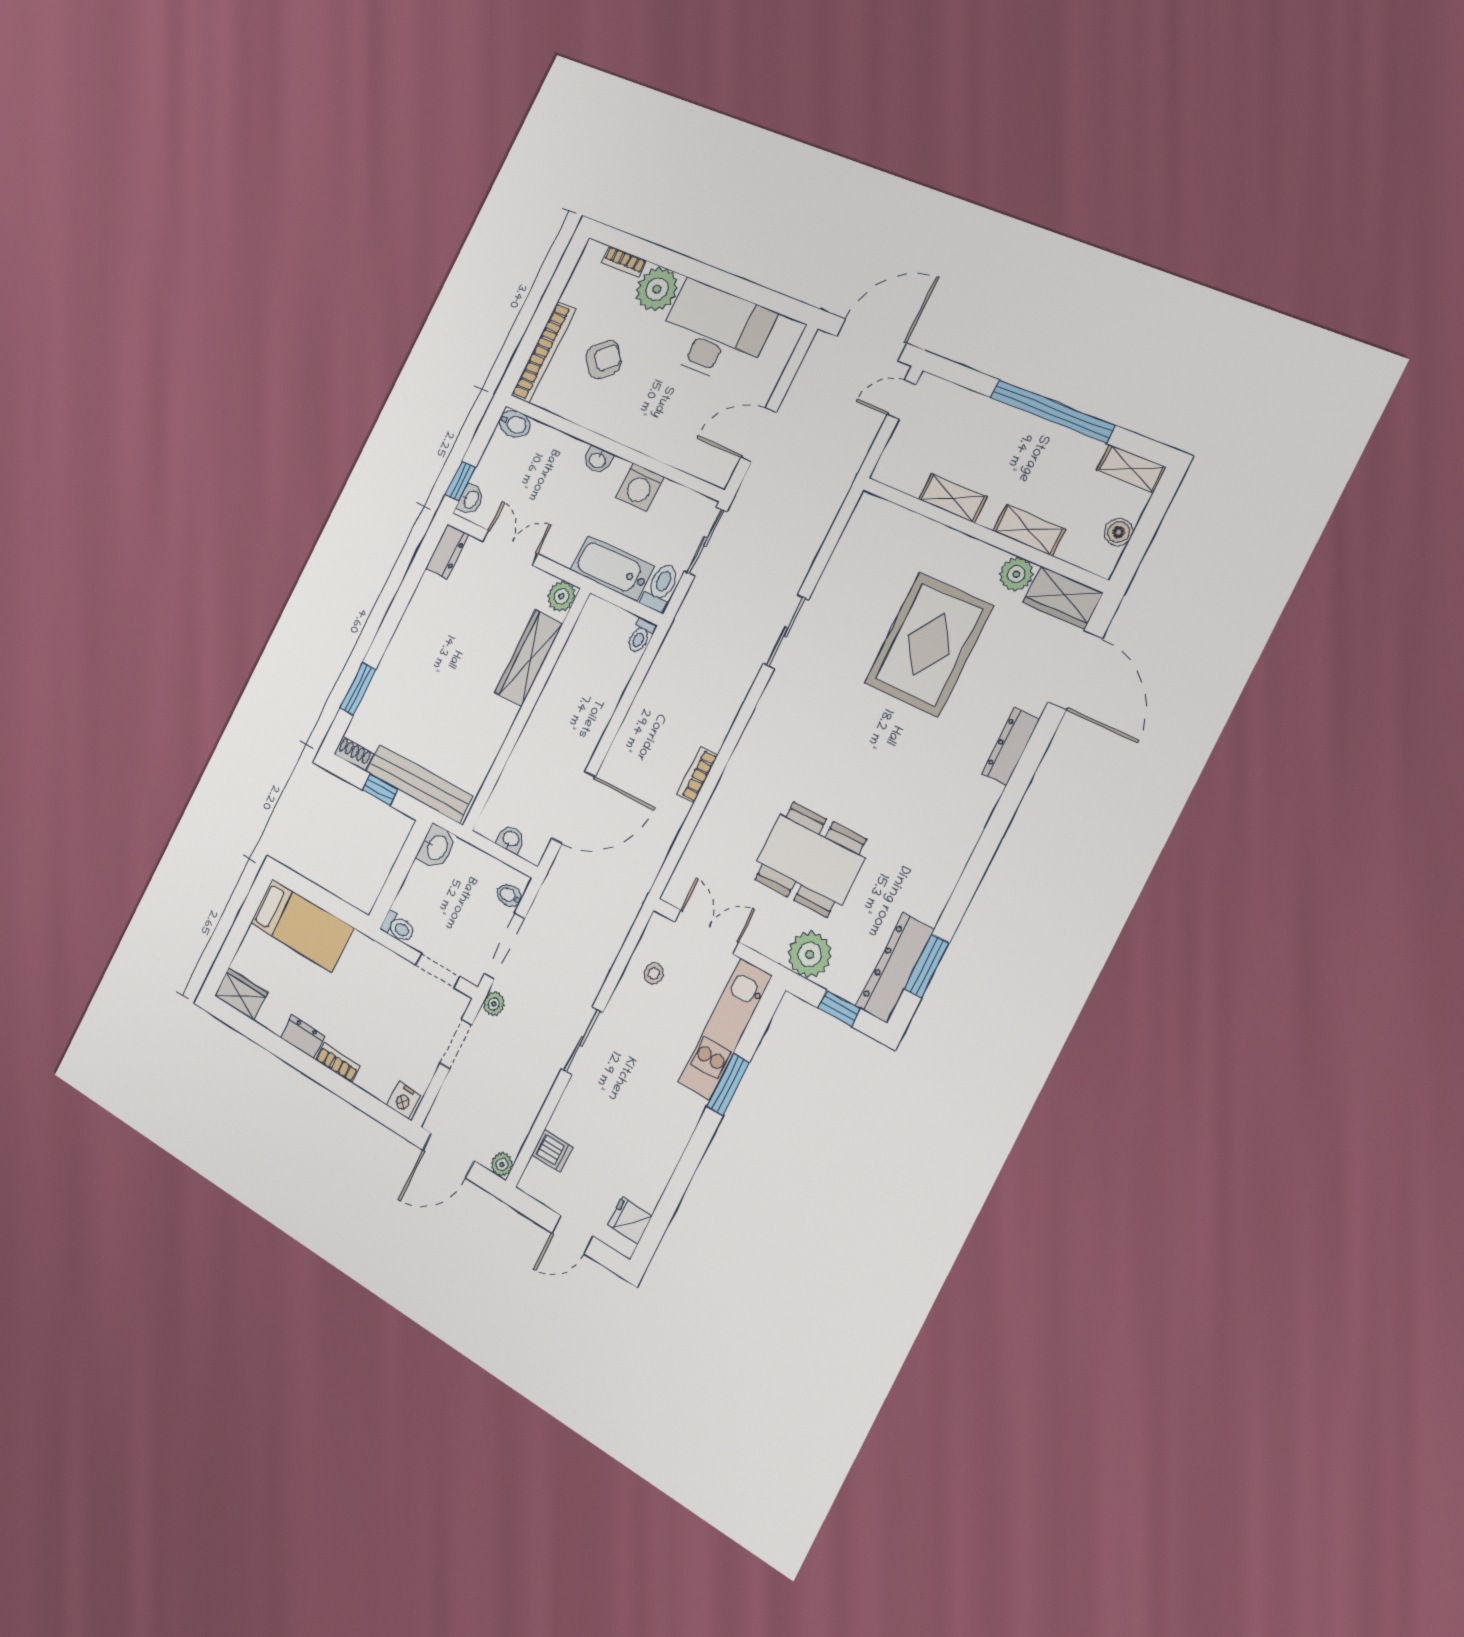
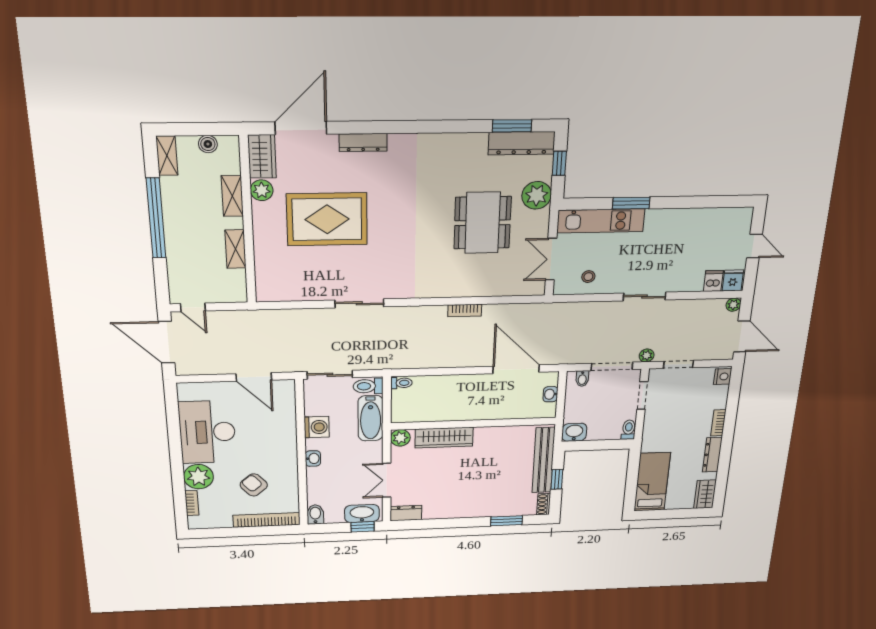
washbasin: (471, 499) -> (362, 514), width x1.91, depth x1.45
dresser: (302, 1036) -> (712, 455), width x1.44
fridge: (630, 1220) -> (733, 280), moved, turned 180

